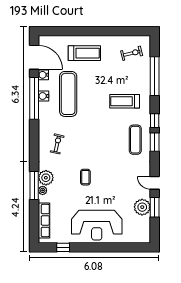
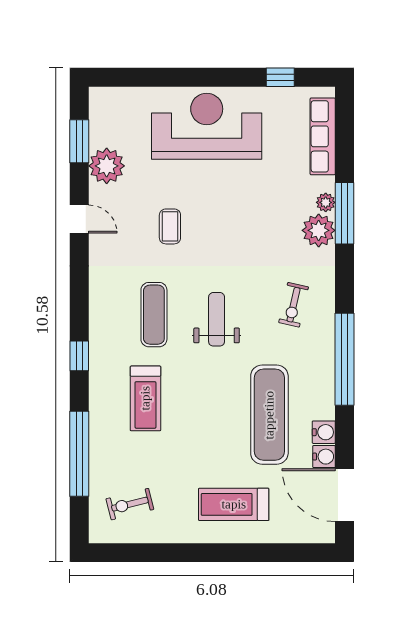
water cooler: (43, 96) -> (324, 432), moved
window: (34, 98) -> (345, 359), moved
treadmill: (125, 101) -> (145, 398), turned 90
weight bench: (92, 137) -> (217, 319), added
exercise mat: (135, 140) -> (154, 315), moved
window: (155, 142) -> (79, 309), removed
coffee table: (85, 177) -> (170, 226), moved
window: (155, 207) -> (79, 141), moved

